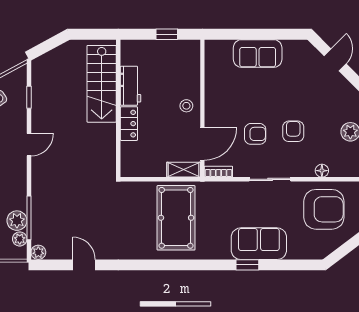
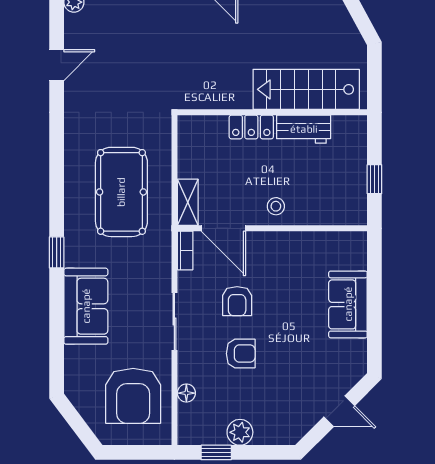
pool table: (176, 218) -> (121, 192), turned 90
window: (247, 265) -> (57, 252), moved

